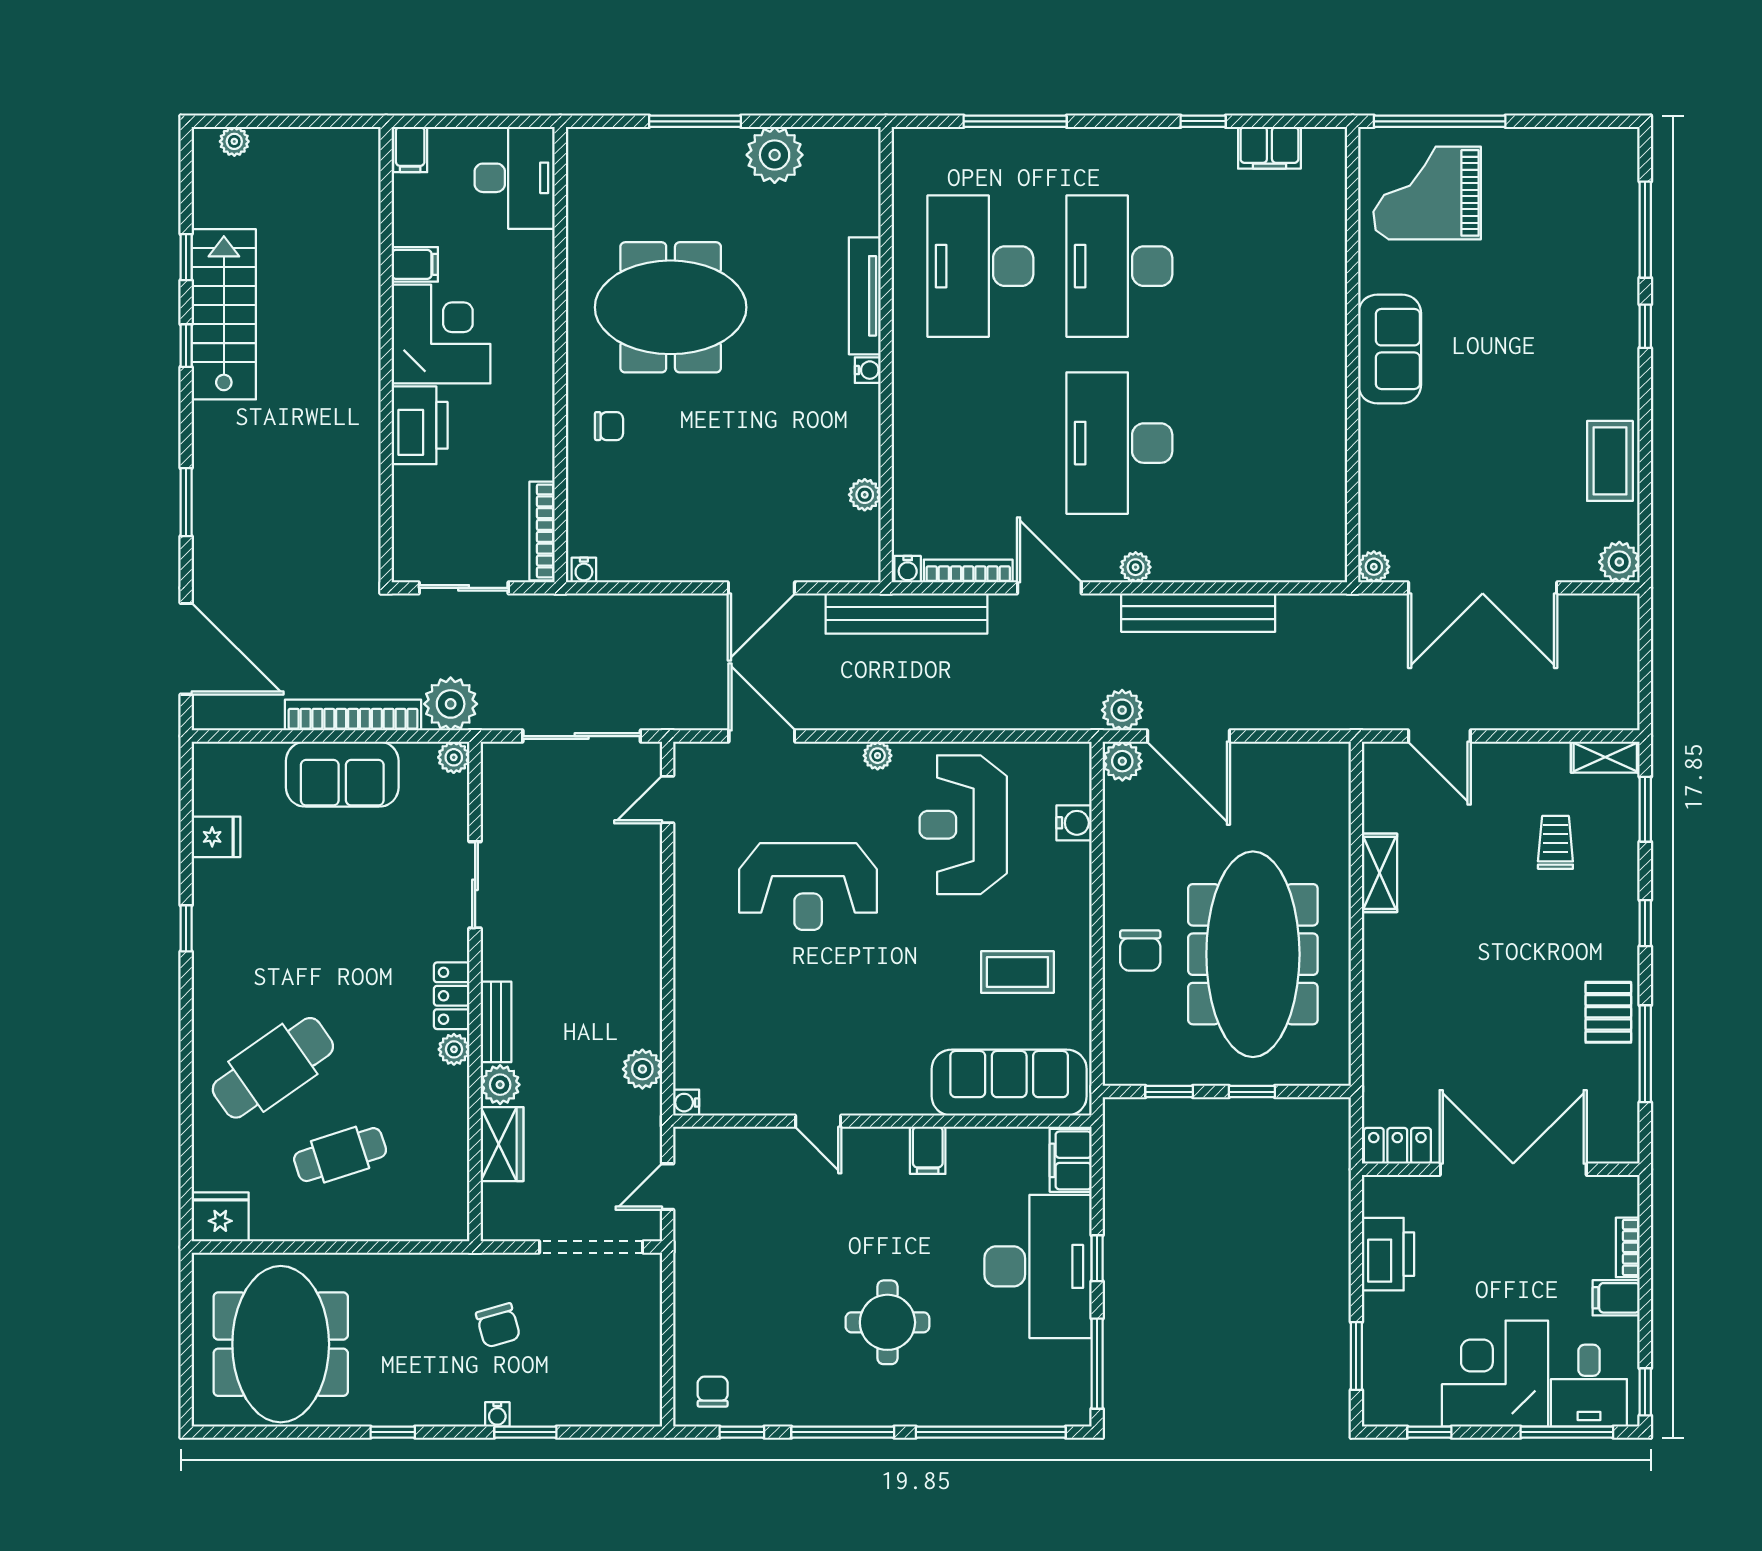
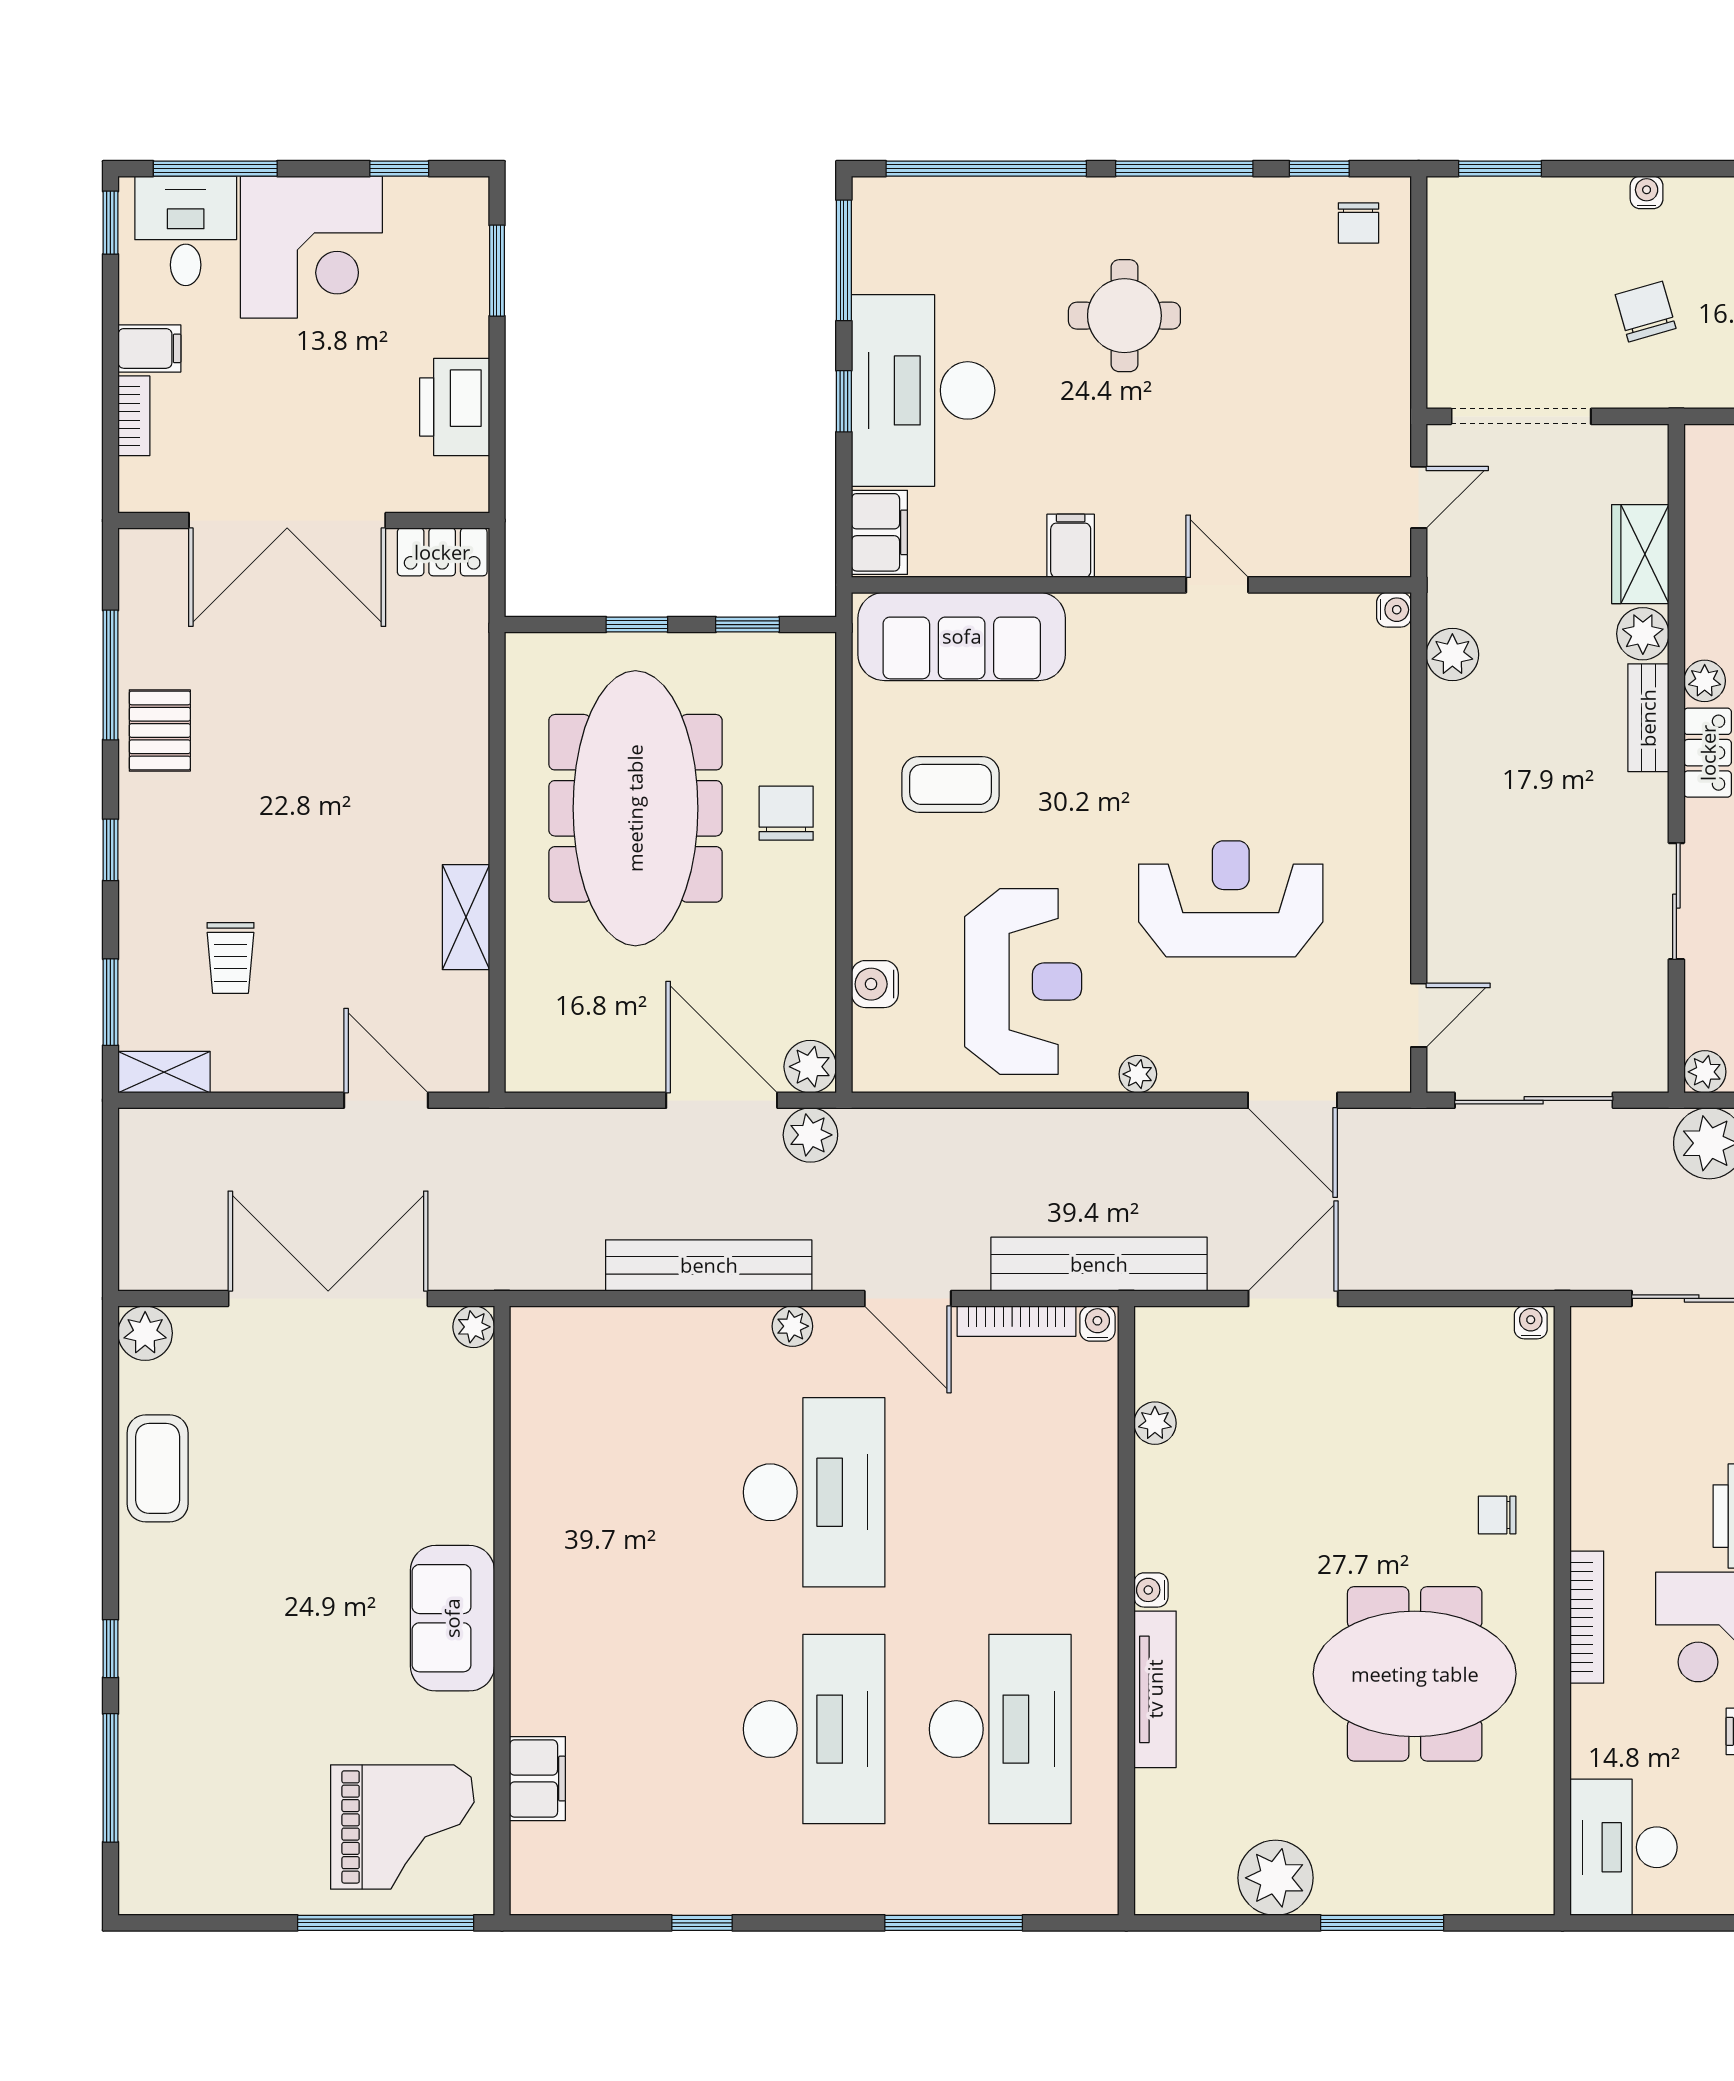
filing cabinet: (1269, 148) -> (537, 1779), moved, turned 90
bookcase: (542, 531) -> (1587, 1617), moved
window: (525, 1432) -> (1500, 169), moved

